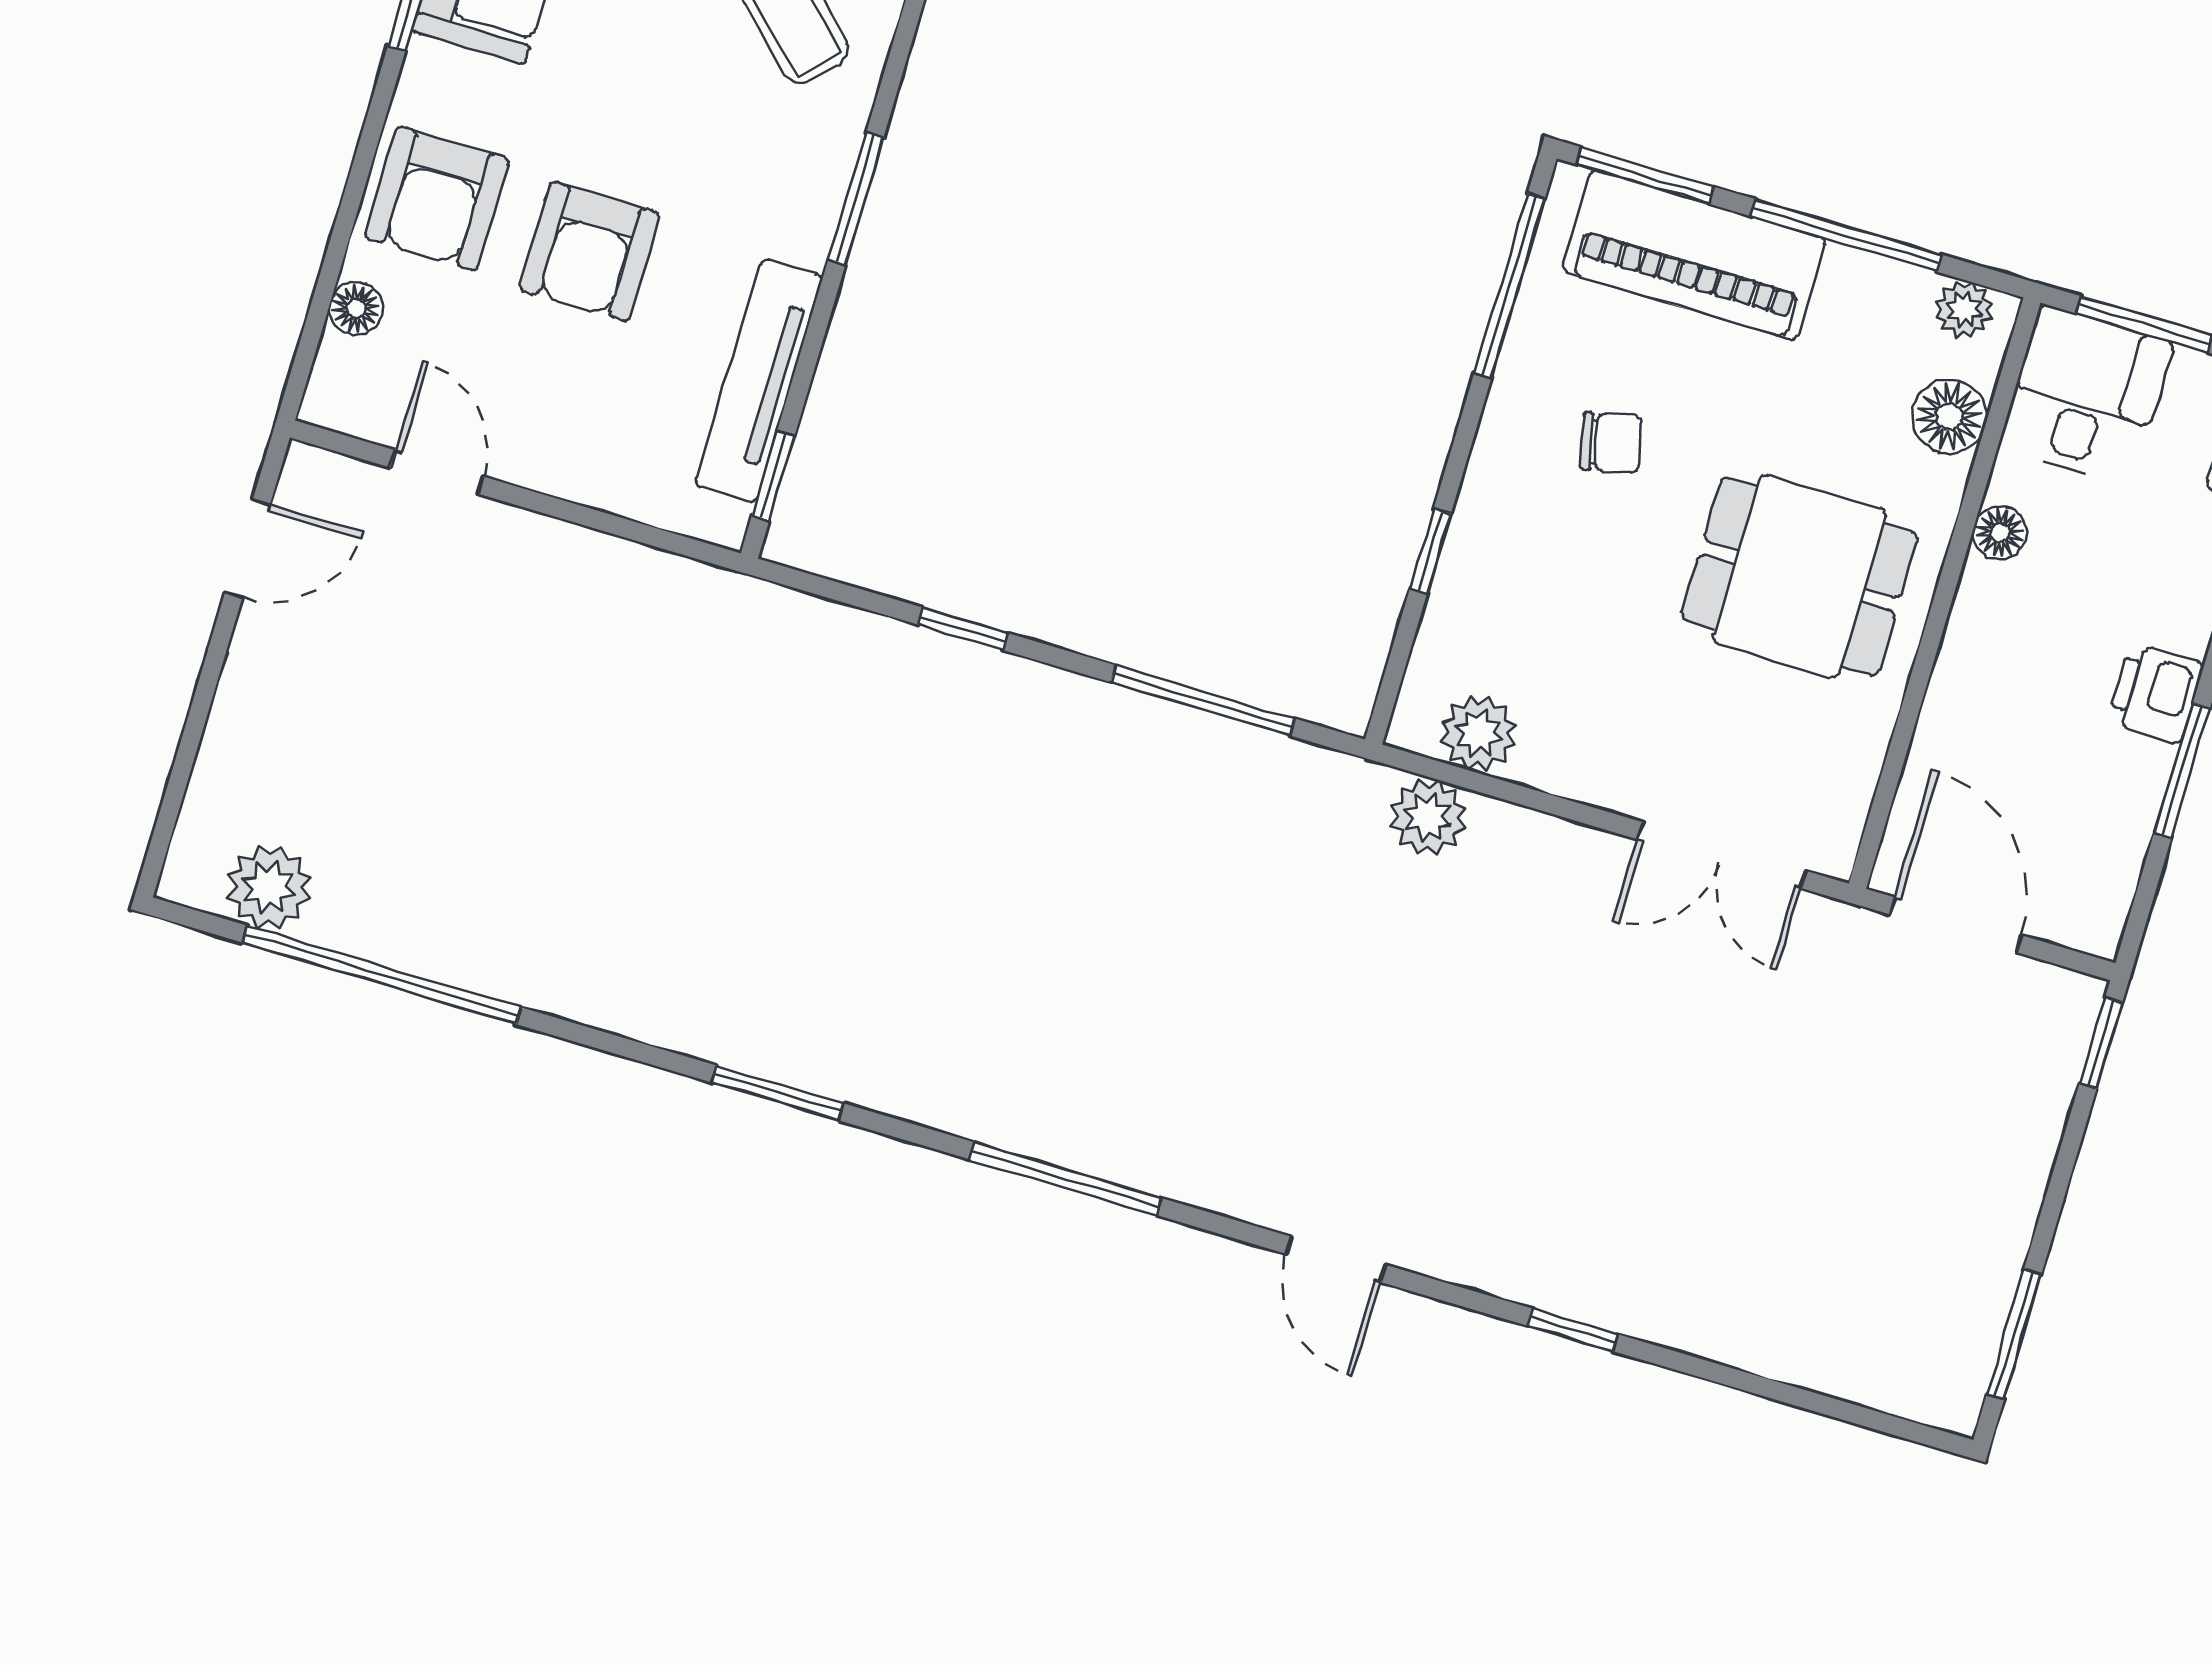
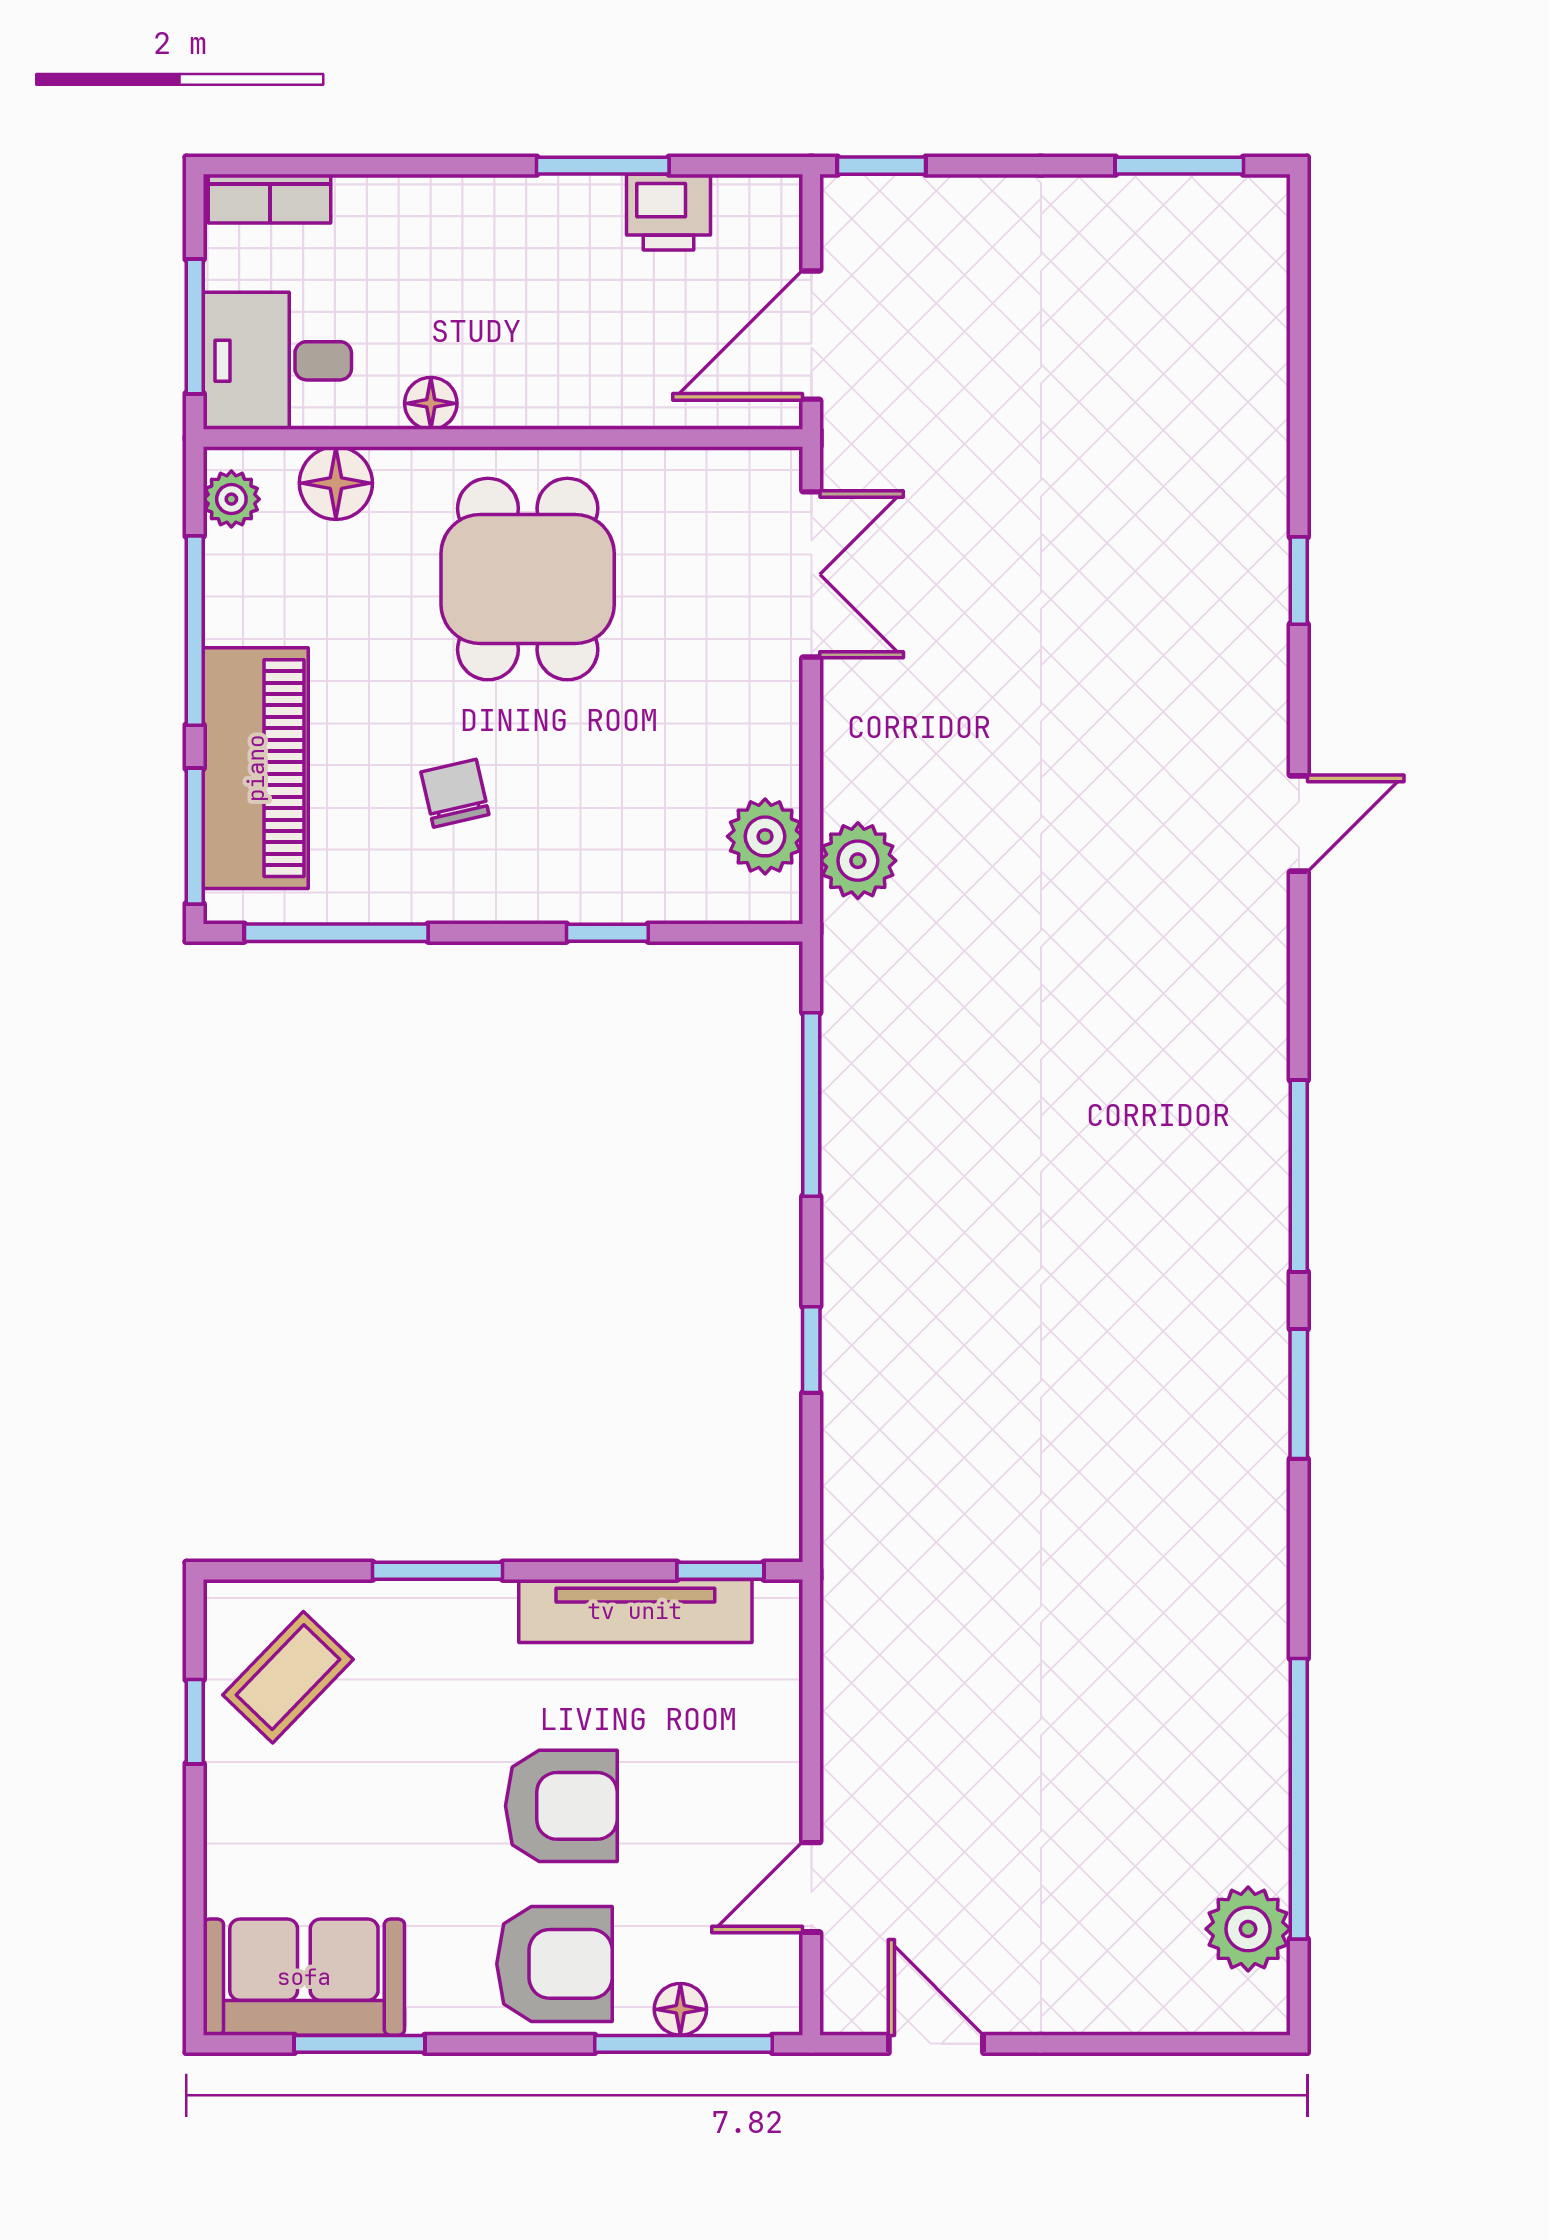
window: (321, 301) -> (684, 2044), added
printer: (2156, 693) -> (669, 212), moved
window: (1065, 1179) -> (1299, 1176), moved

